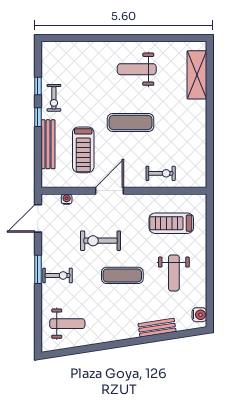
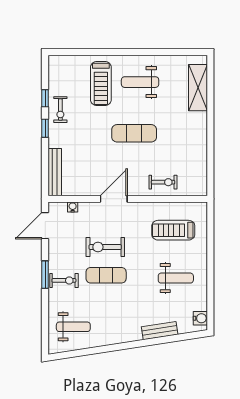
bench: (48, 144) -> (55, 172), moved
treadmill: (83, 150) -> (101, 84), moved
weight bench: (174, 273) -> (176, 278), turned -90
exercise mat: (122, 275) -> (106, 275), moved

